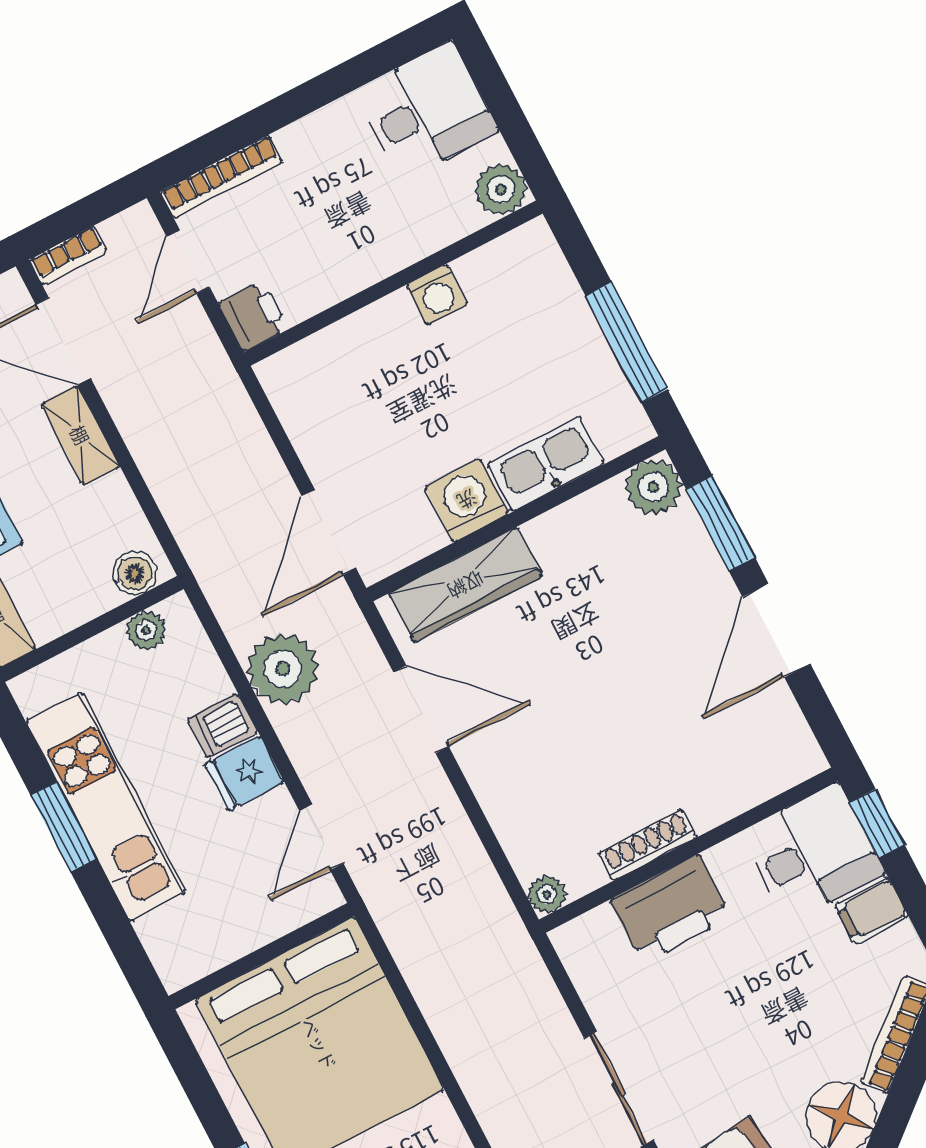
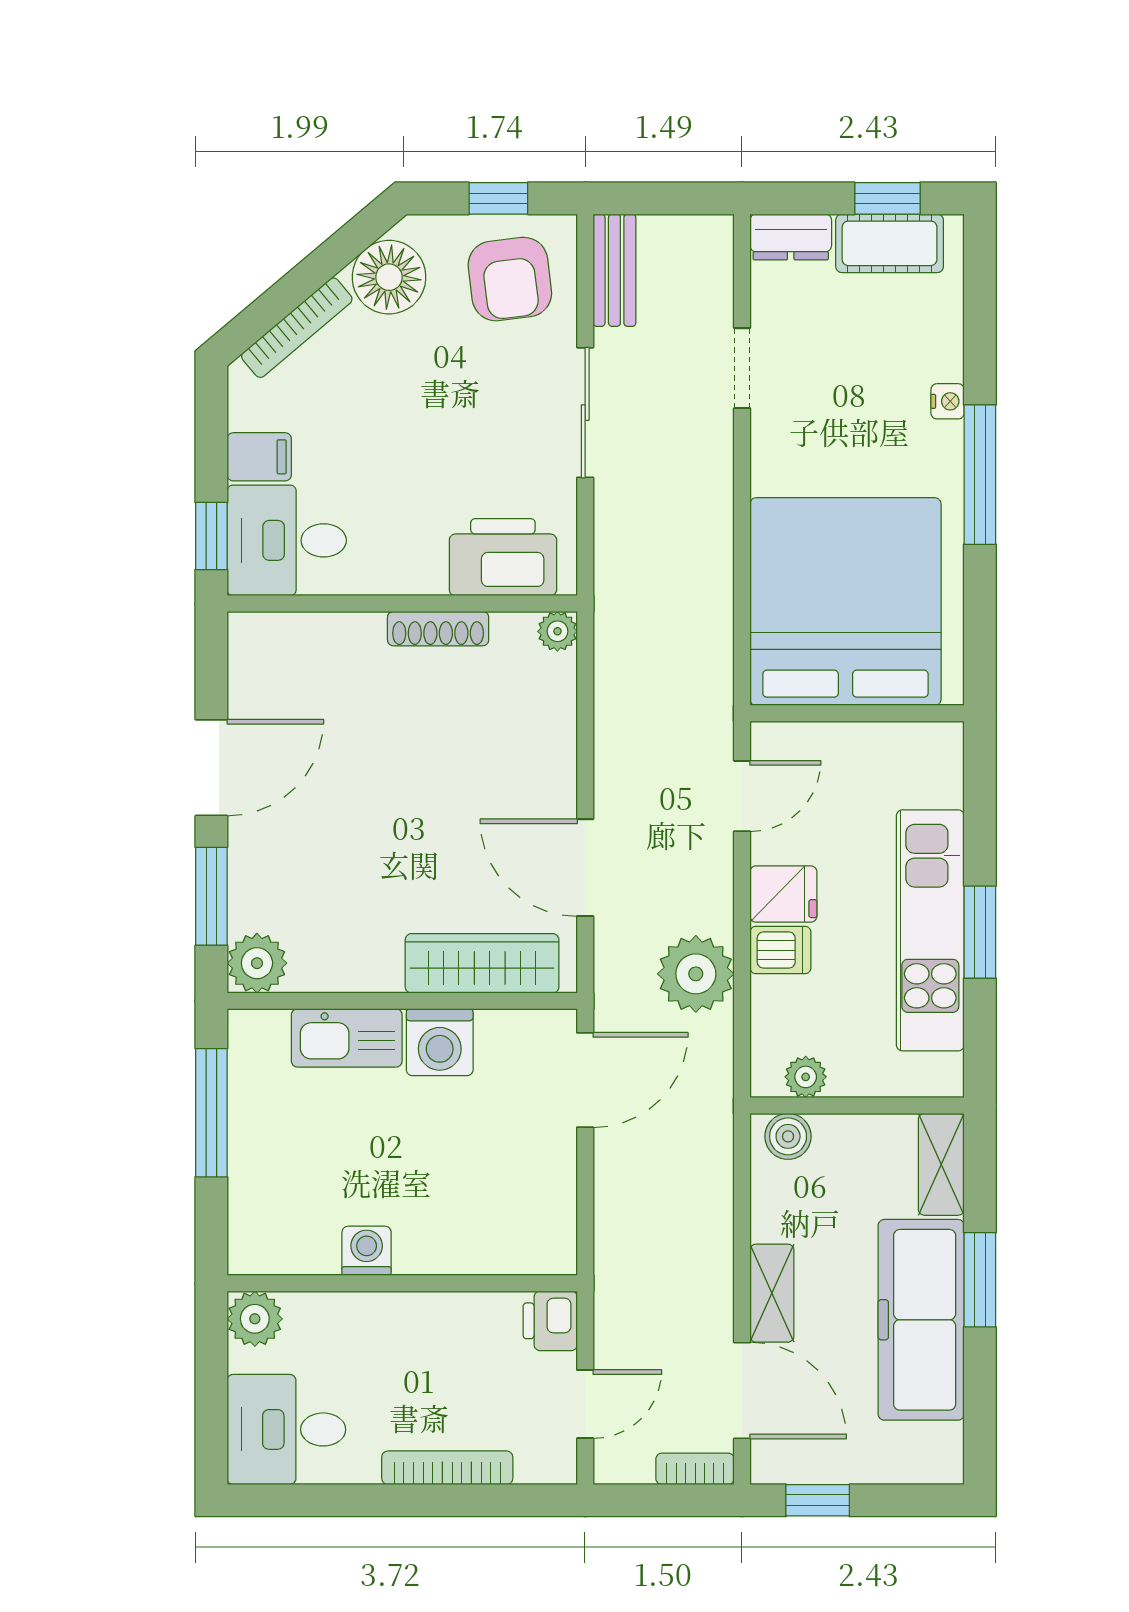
bookcase: (222, 177) -> (447, 1468), moved
printer: (671, 909) -> (503, 557), moved

